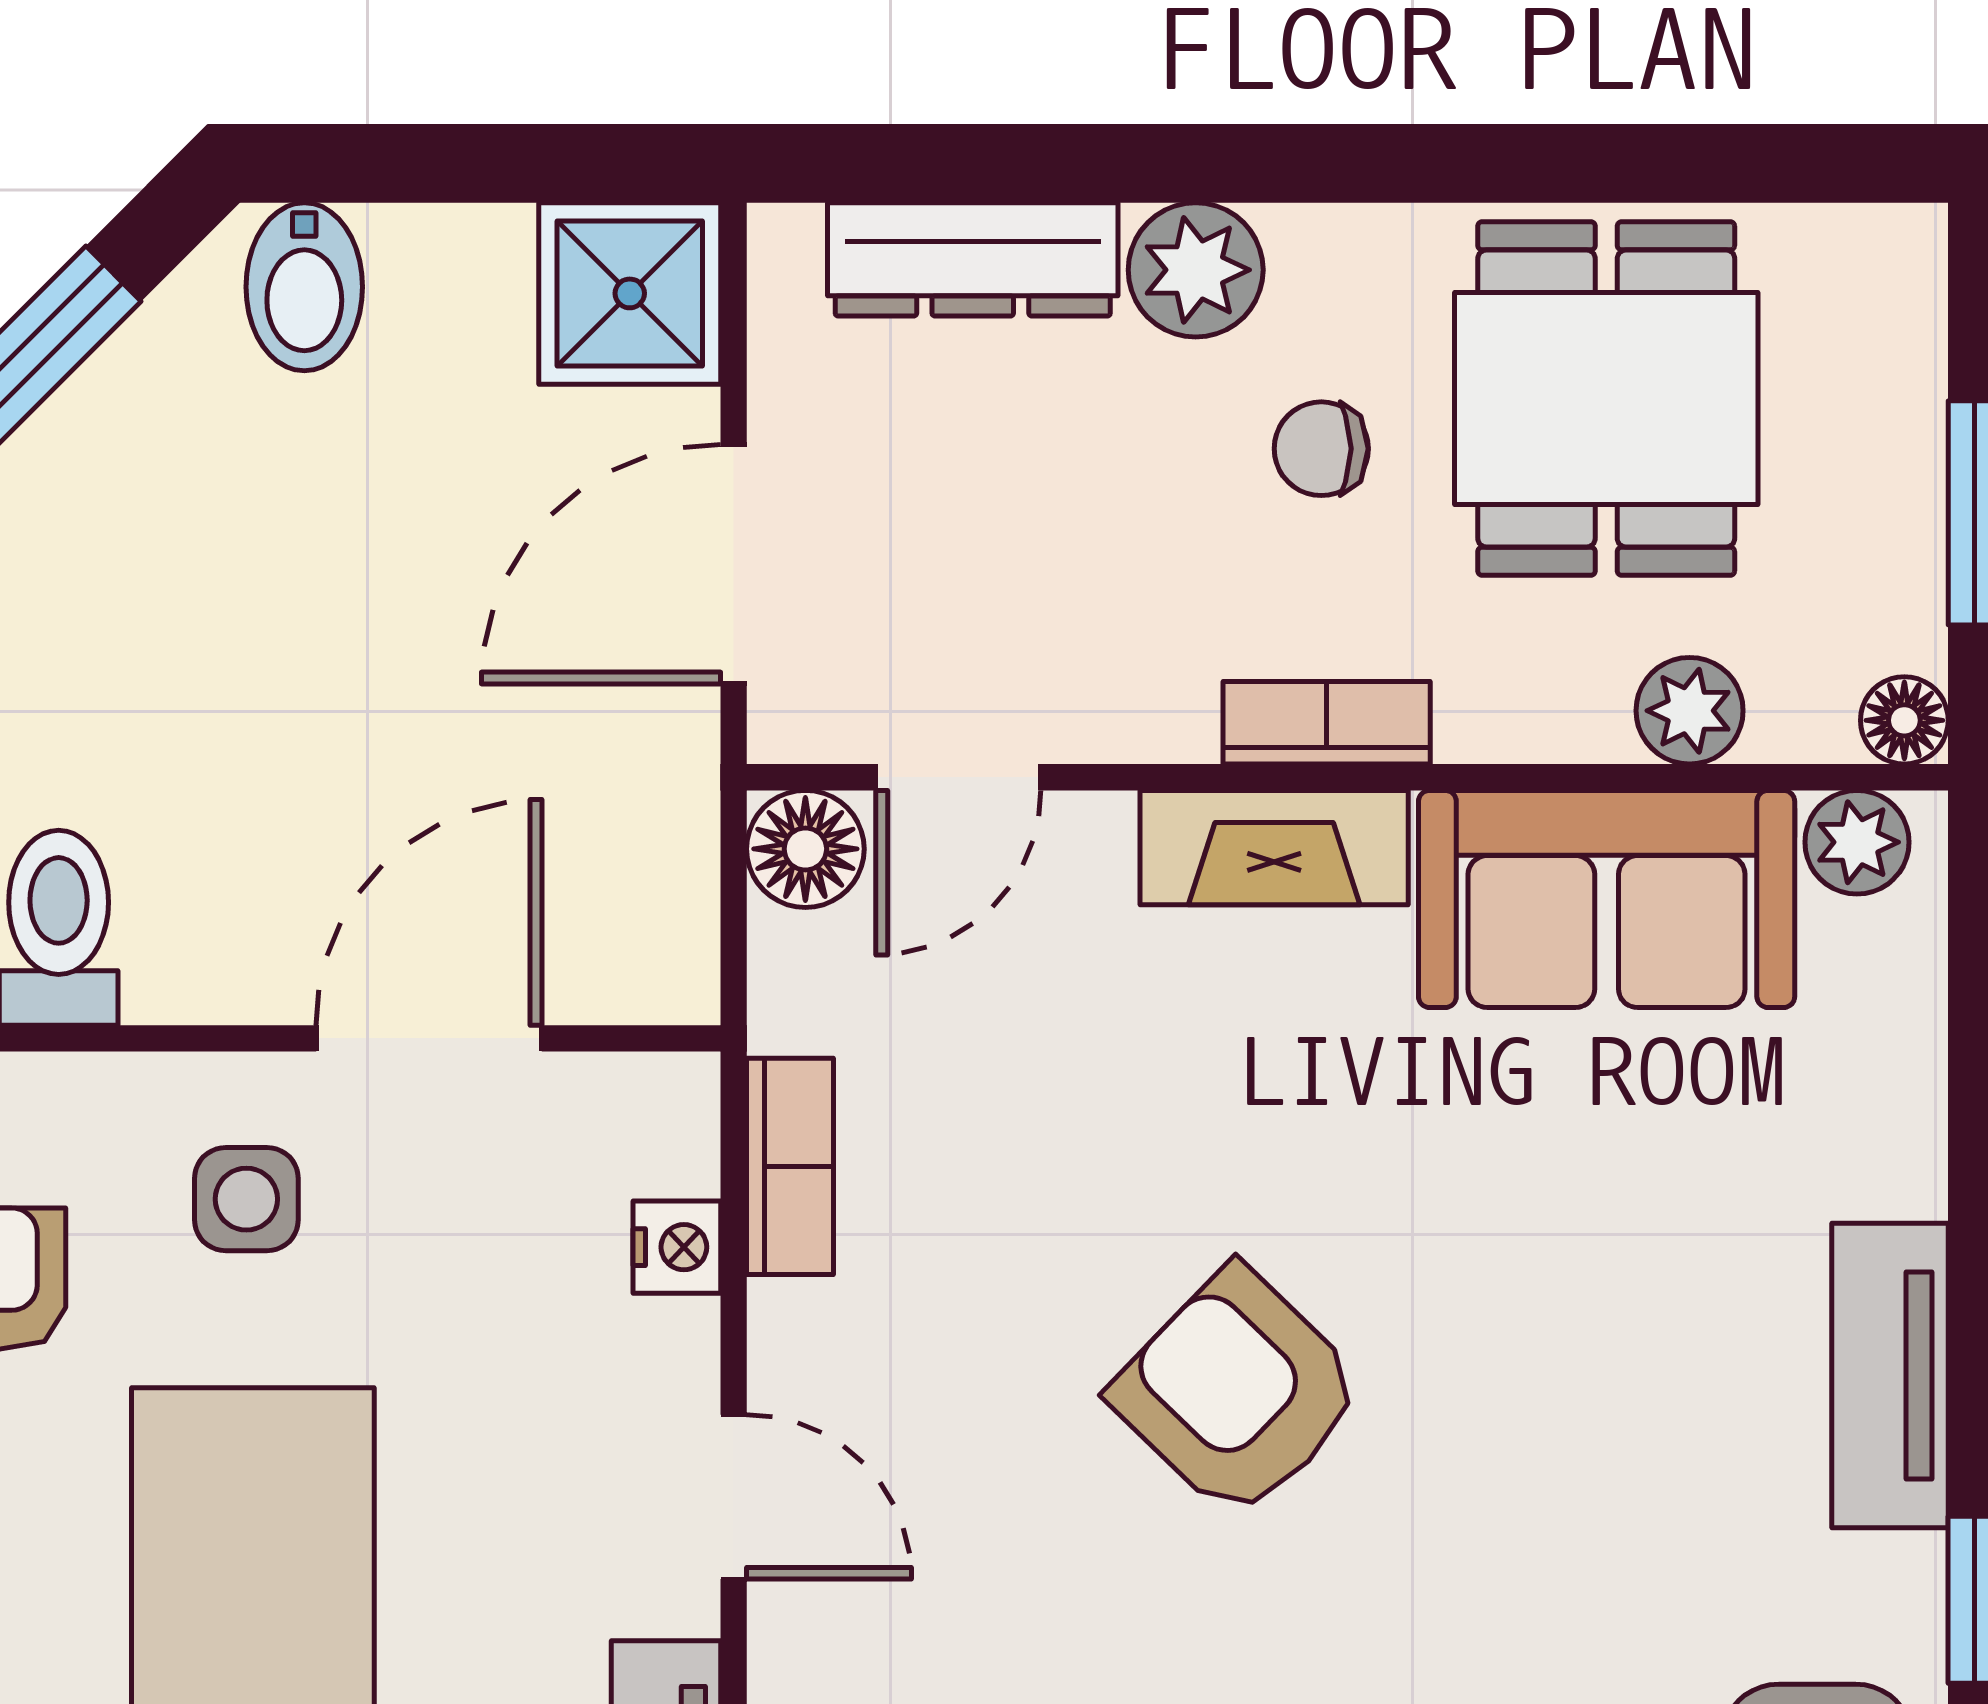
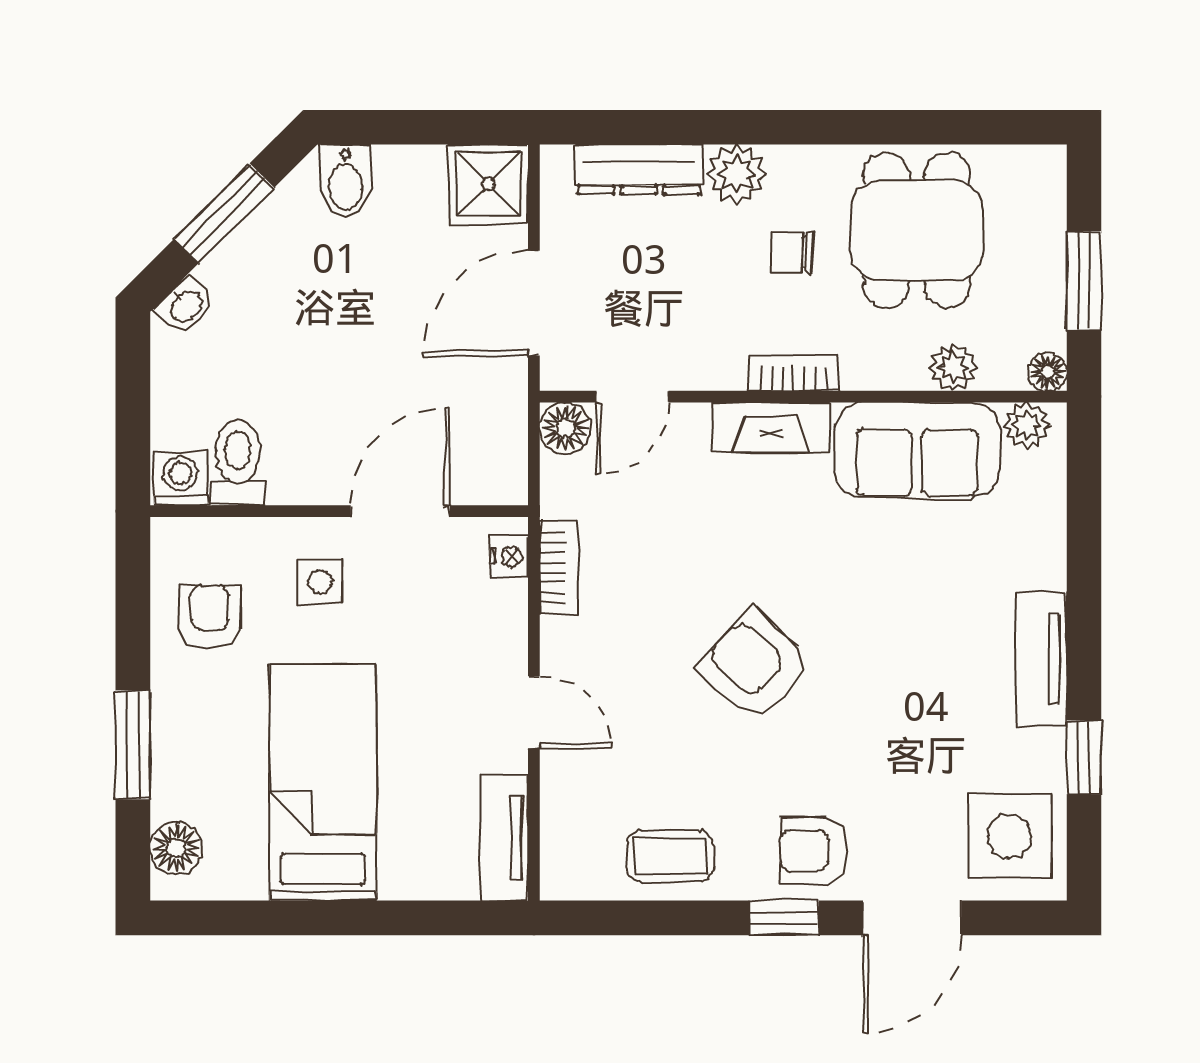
nightstand: (677, 1247) -> (509, 557), moved

